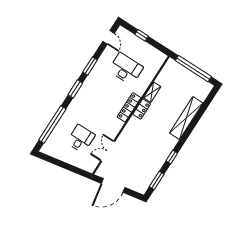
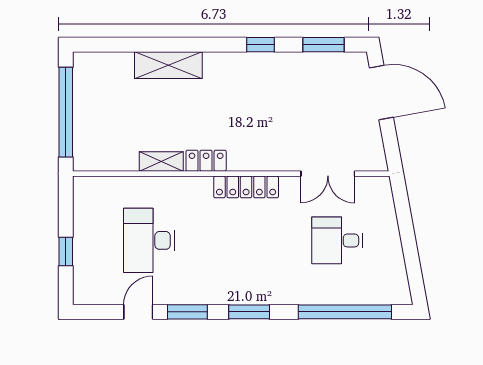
door: (109, 37) -> (138, 312), moved
locker: (129, 107) -> (246, 187), moved
shelving: (186, 118) -> (168, 65), width x0.68
door: (113, 185) -> (381, 92), moved

